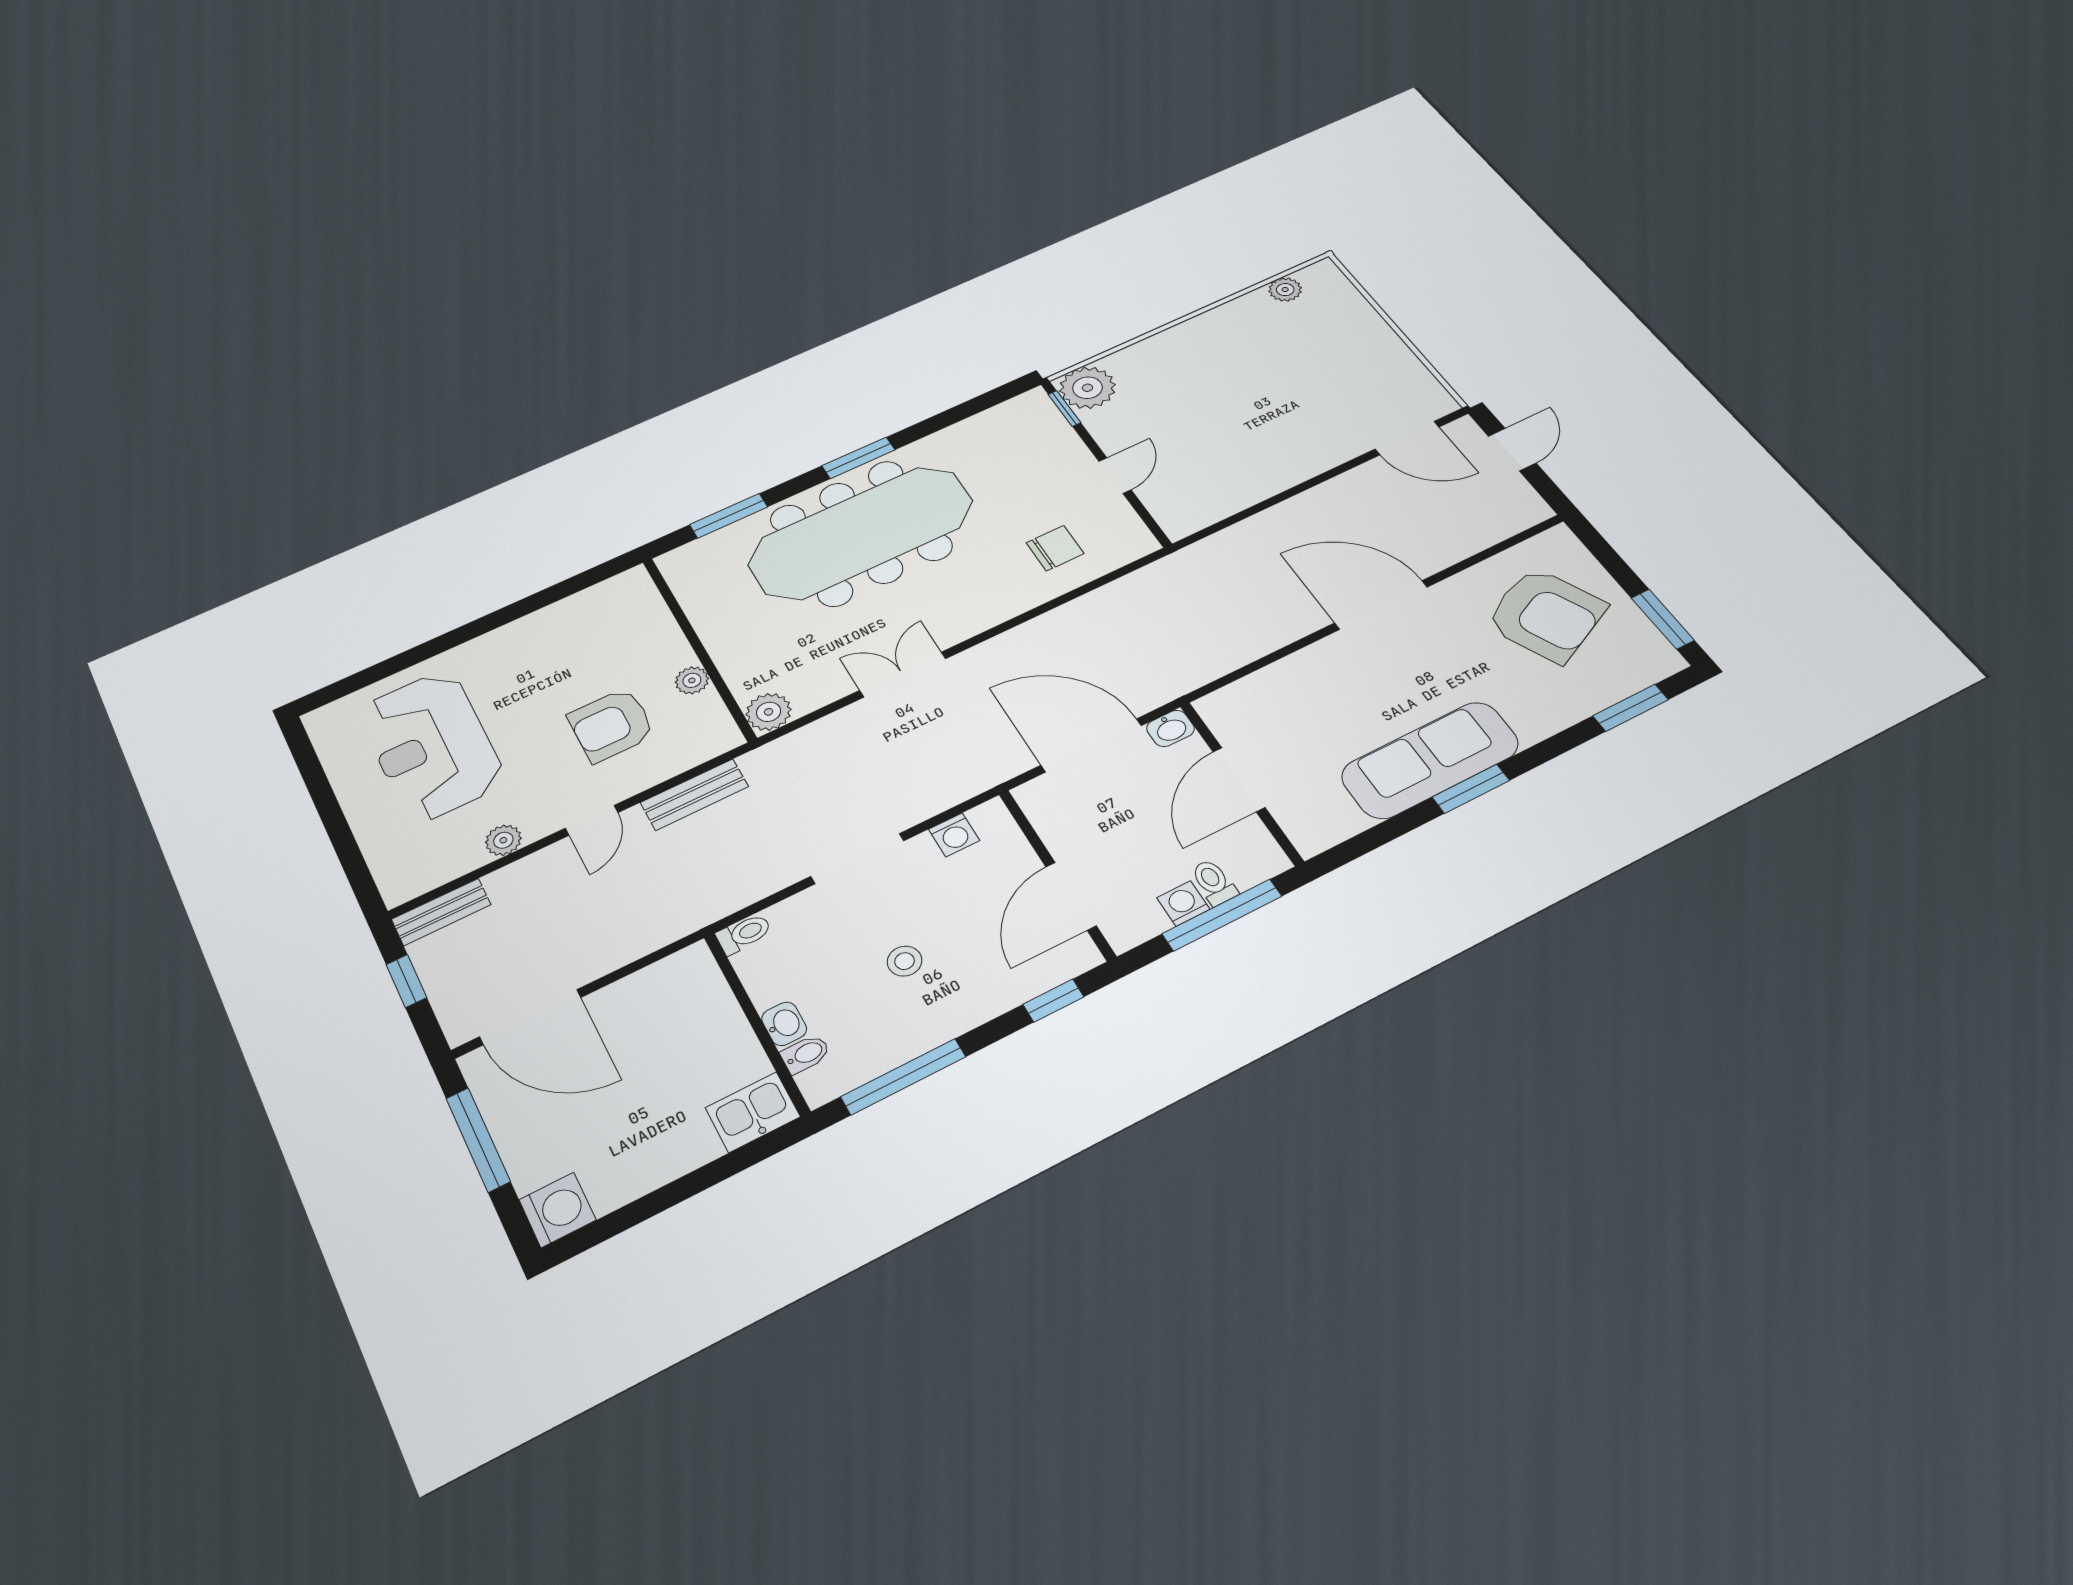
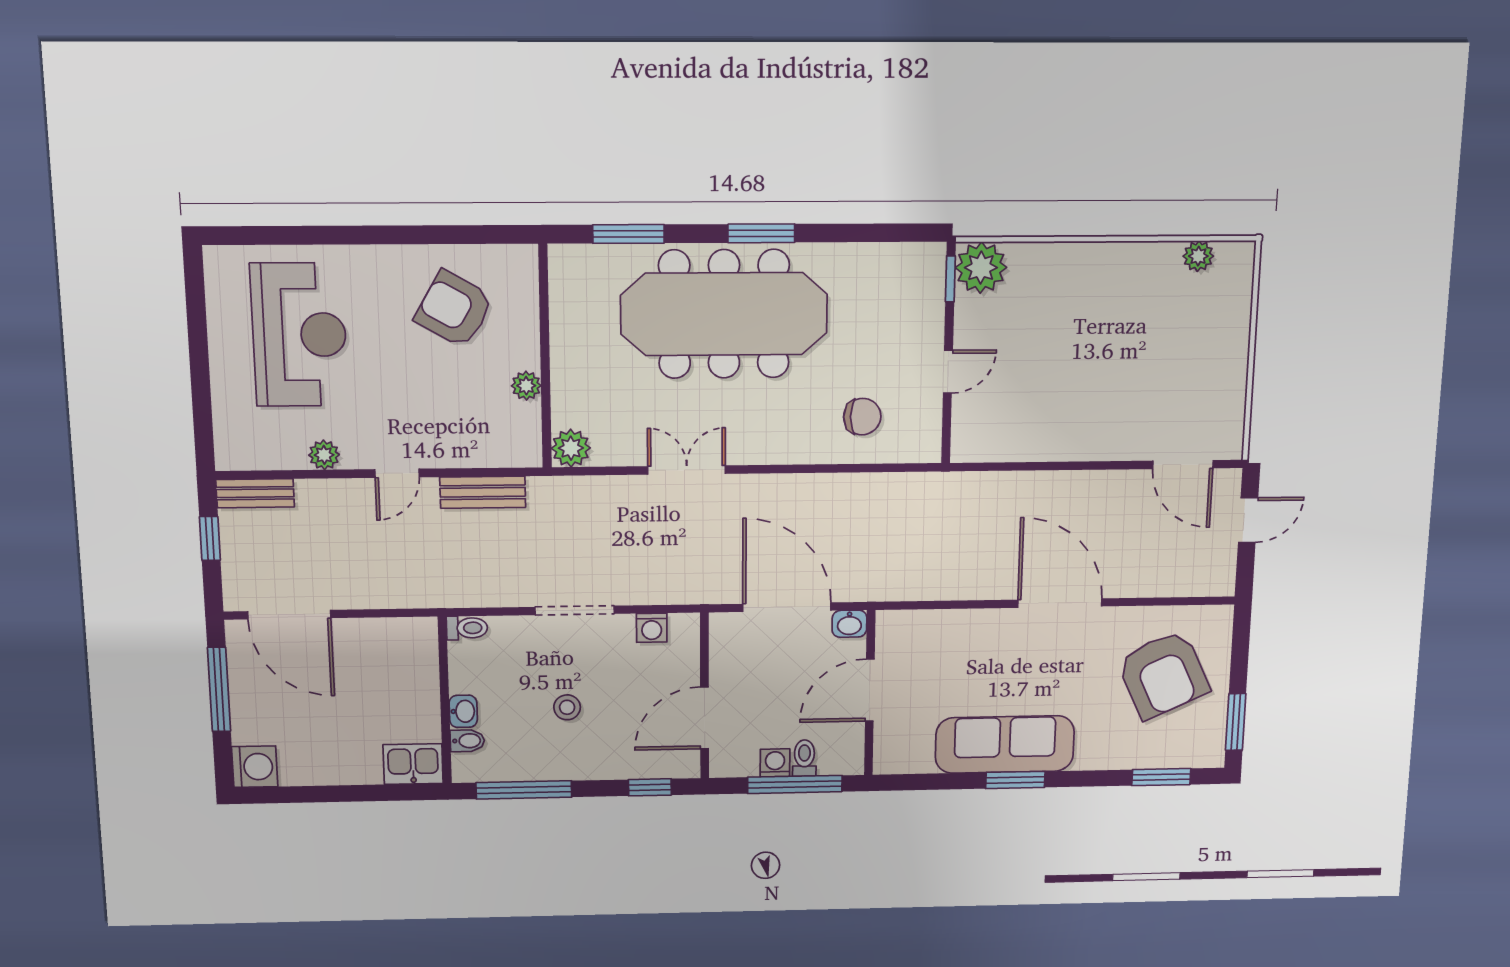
armchair: (611, 725) -> (454, 309), moved, turned 30
reception desk: (431, 746) -> (299, 335), turned 180

